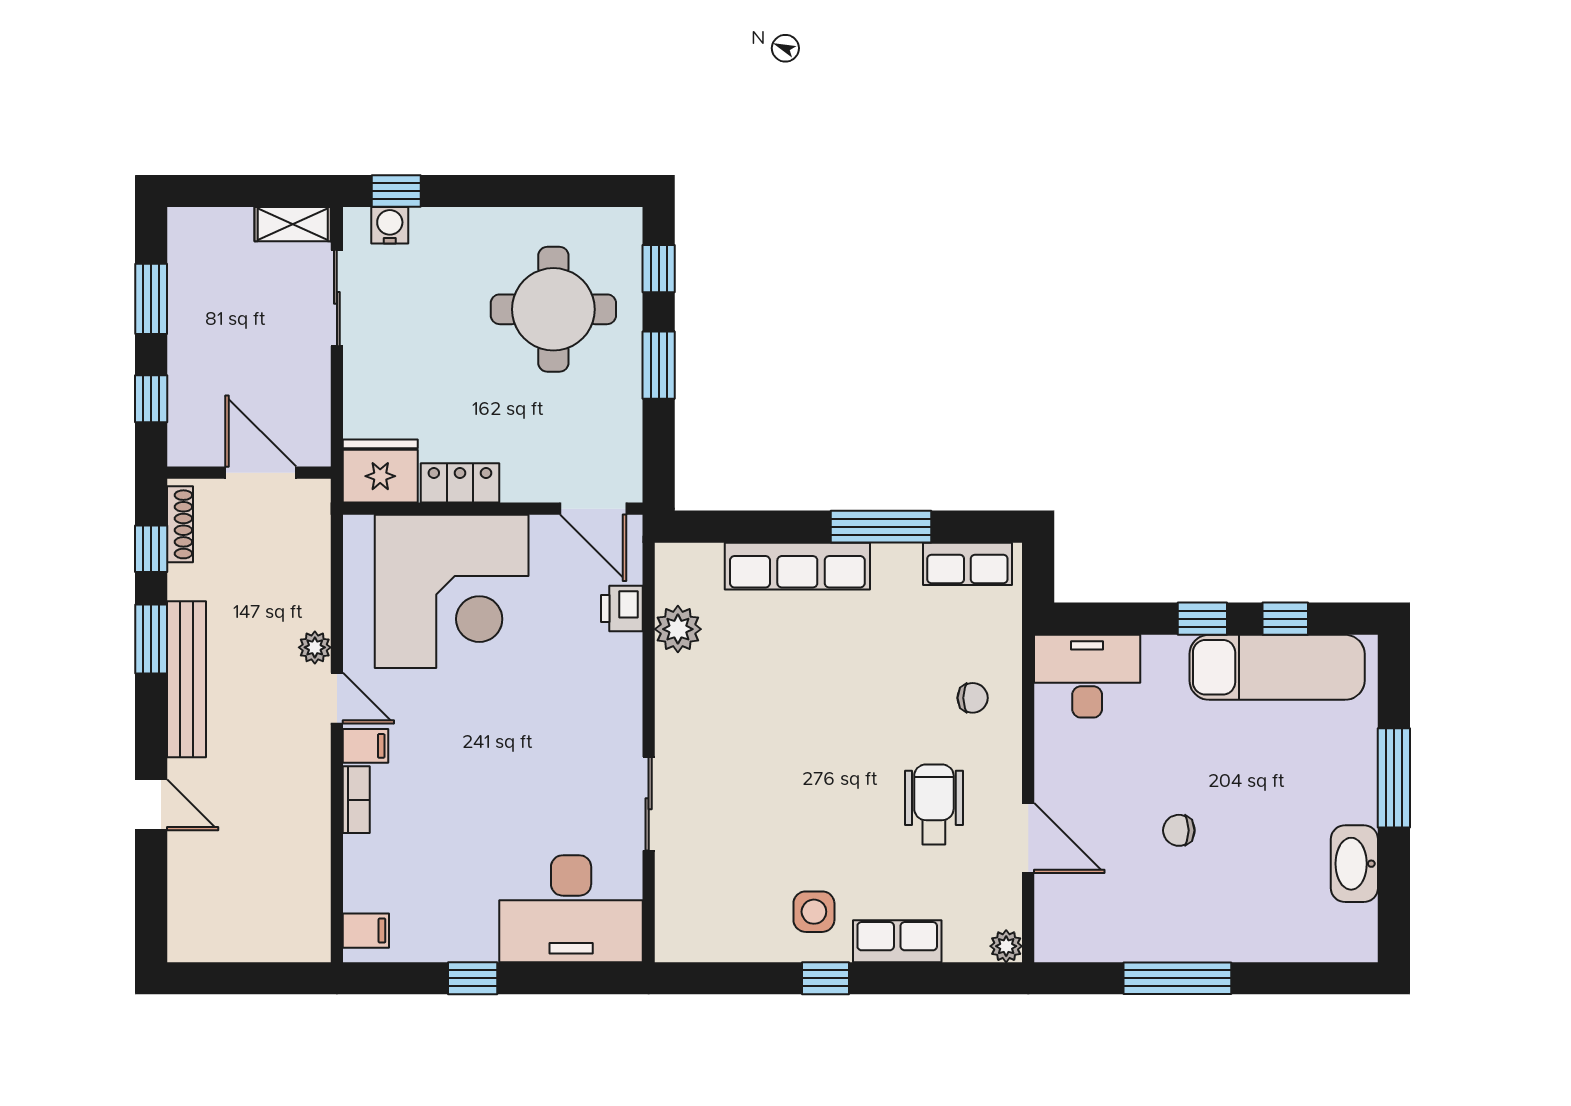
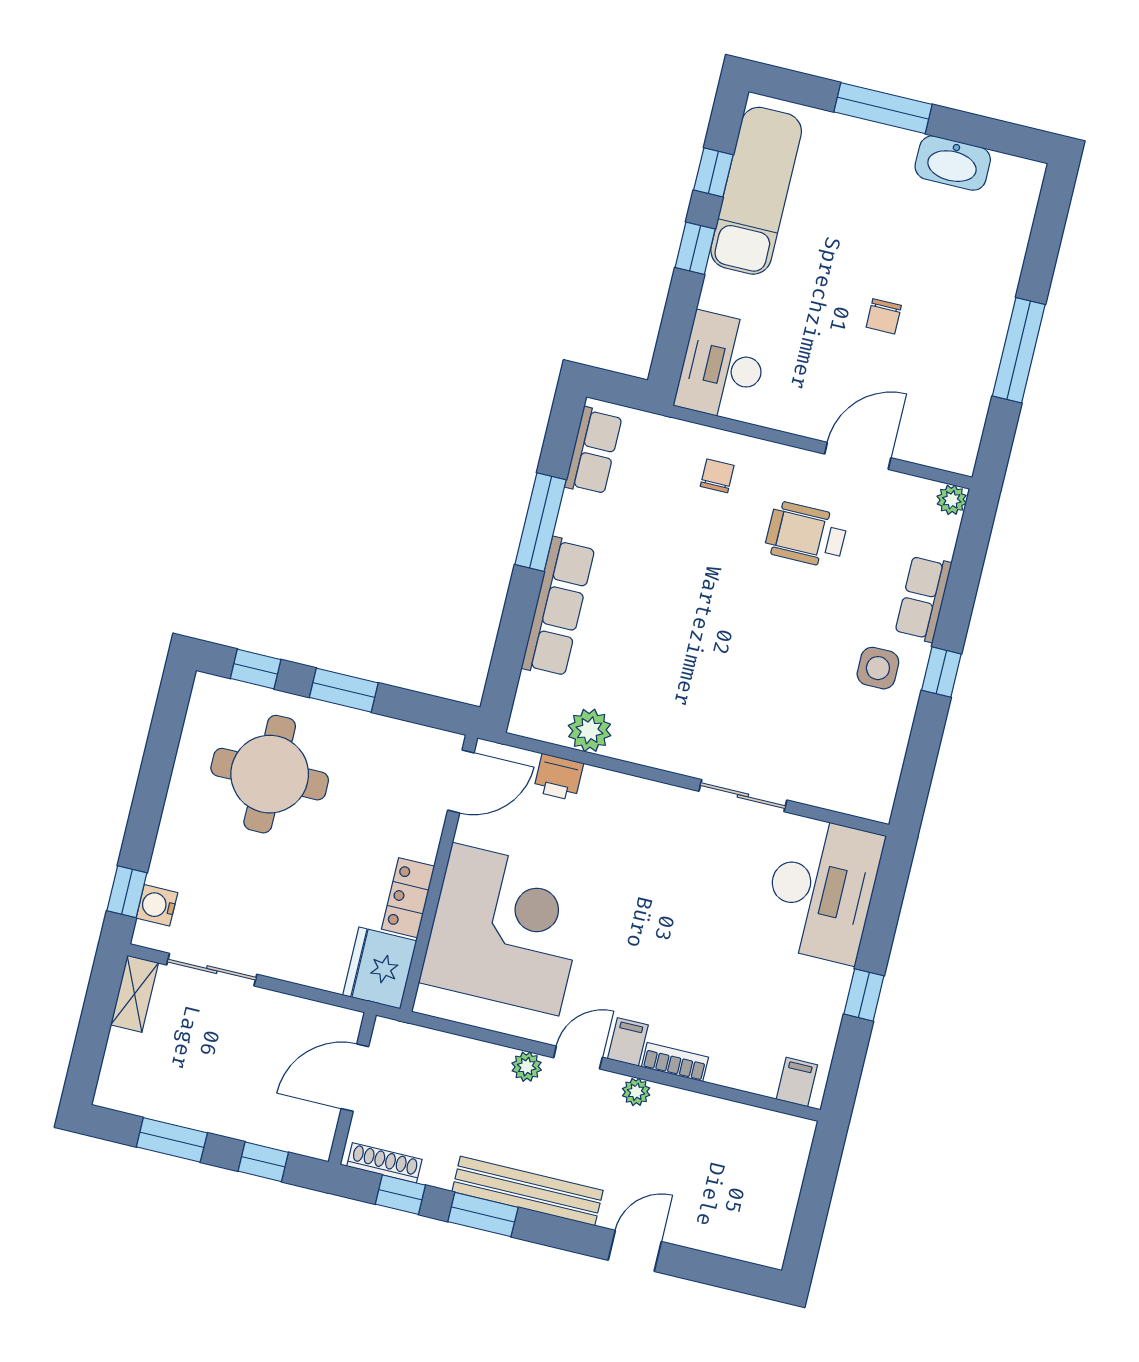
plant: (316, 767) -> (636, 1092), added

